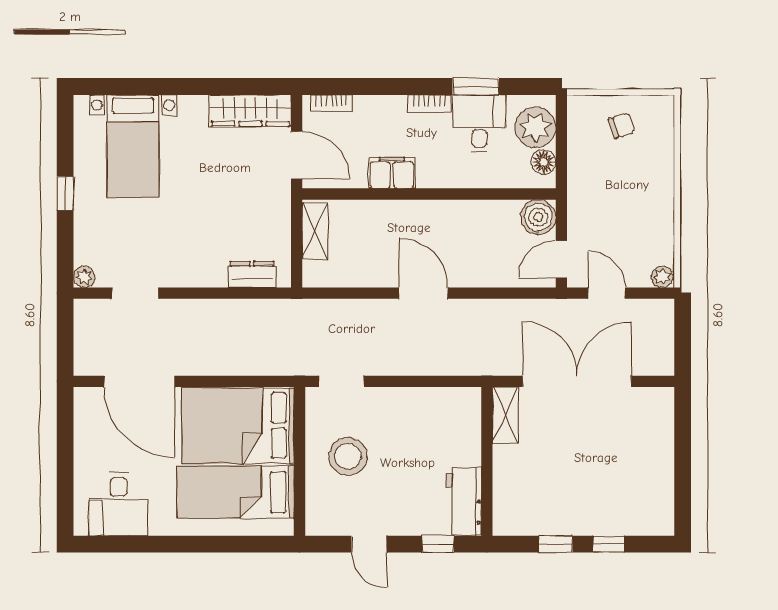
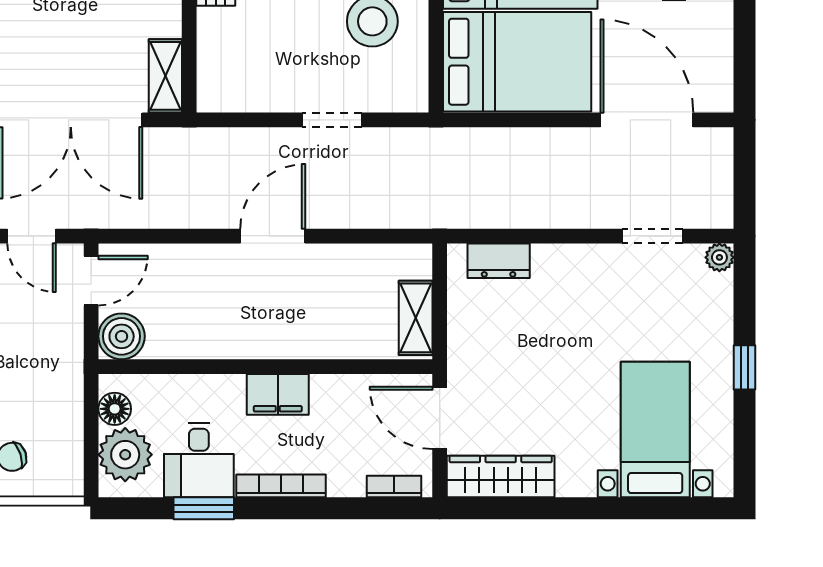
bookcase: (429, 103) -> (281, 486), width x1.56
filing cabinet: (392, 173) -> (278, 394), moved
door: (423, 293) -> (273, 236), swing flipped
doorway: (341, 381) -> (332, 120), moved

